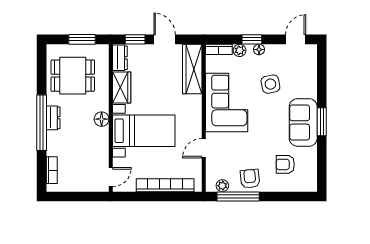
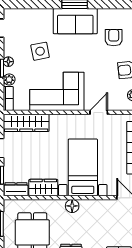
door: (204, 148) -> (99, 112), swing flipped
armchair: (285, 164) -> (114, 38), turned 180

